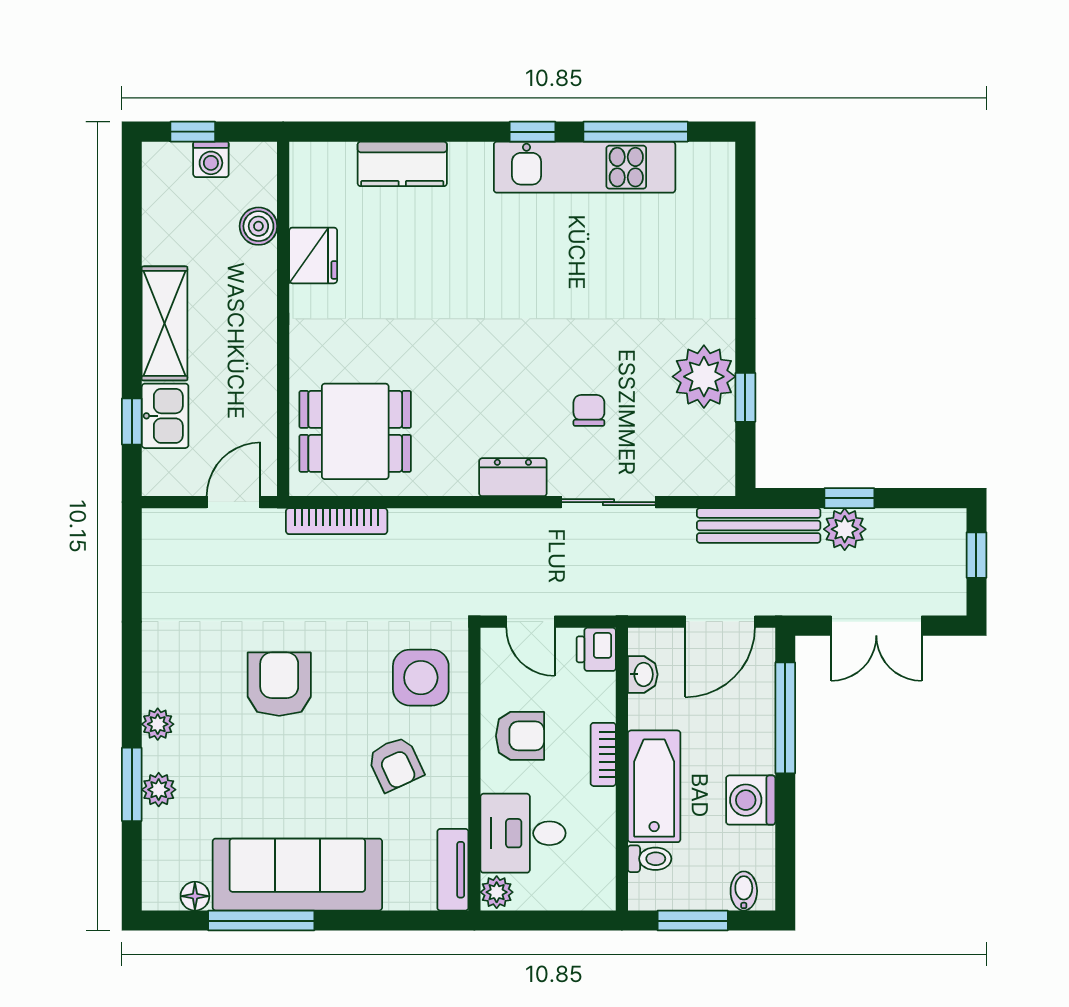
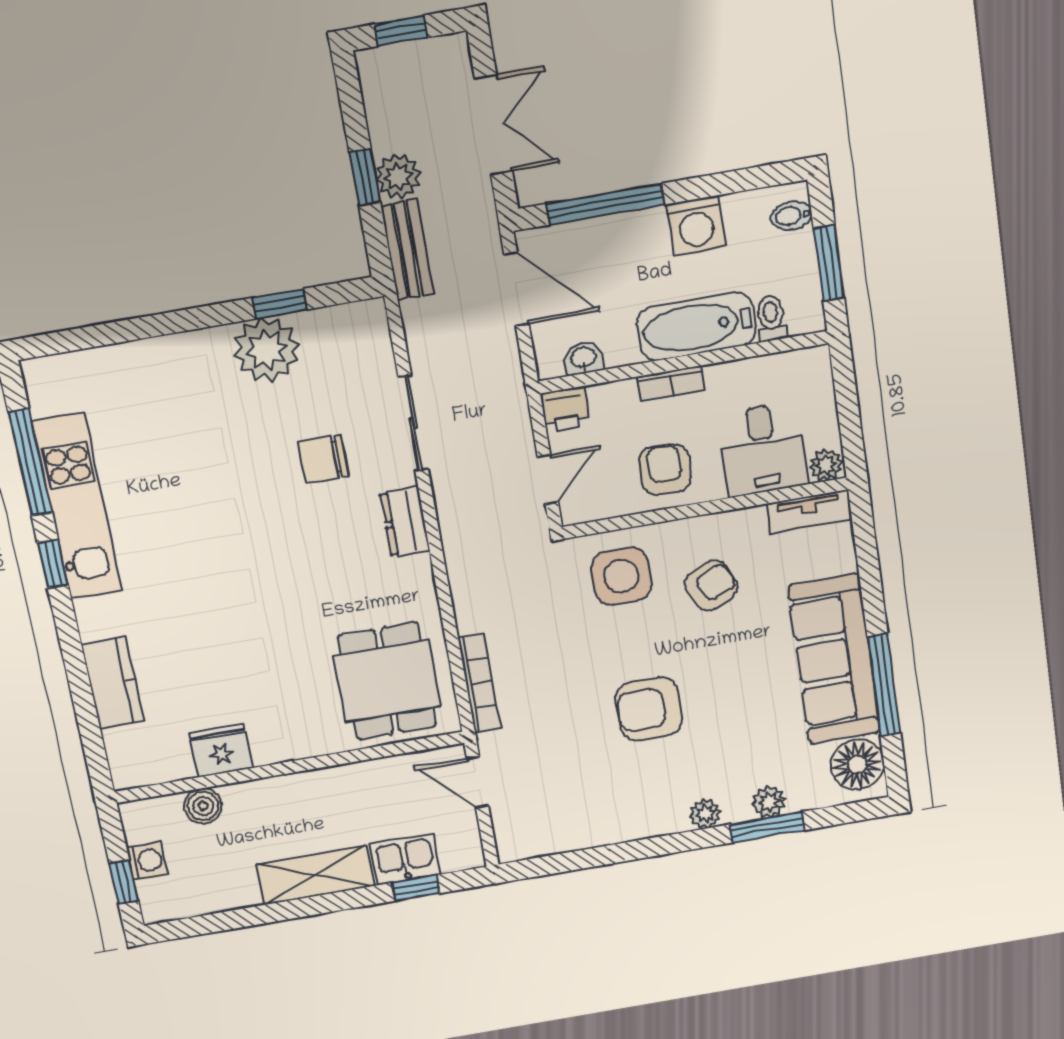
chair: (589, 410) -> (323, 459), width x1.37, depth x1.37
bench: (759, 525) -> (407, 250), width x0.73
floor lamp: (195, 896) -> (857, 765), width x1.89, depth x1.89

